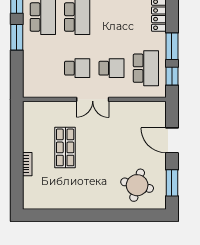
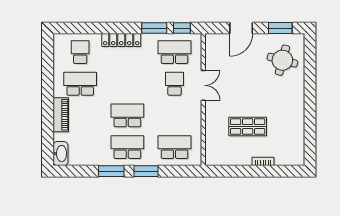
school desk: (77, 68) -> (174, 147), moved, width x1.85
double door: (93, 99) -> (203, 85), moved

